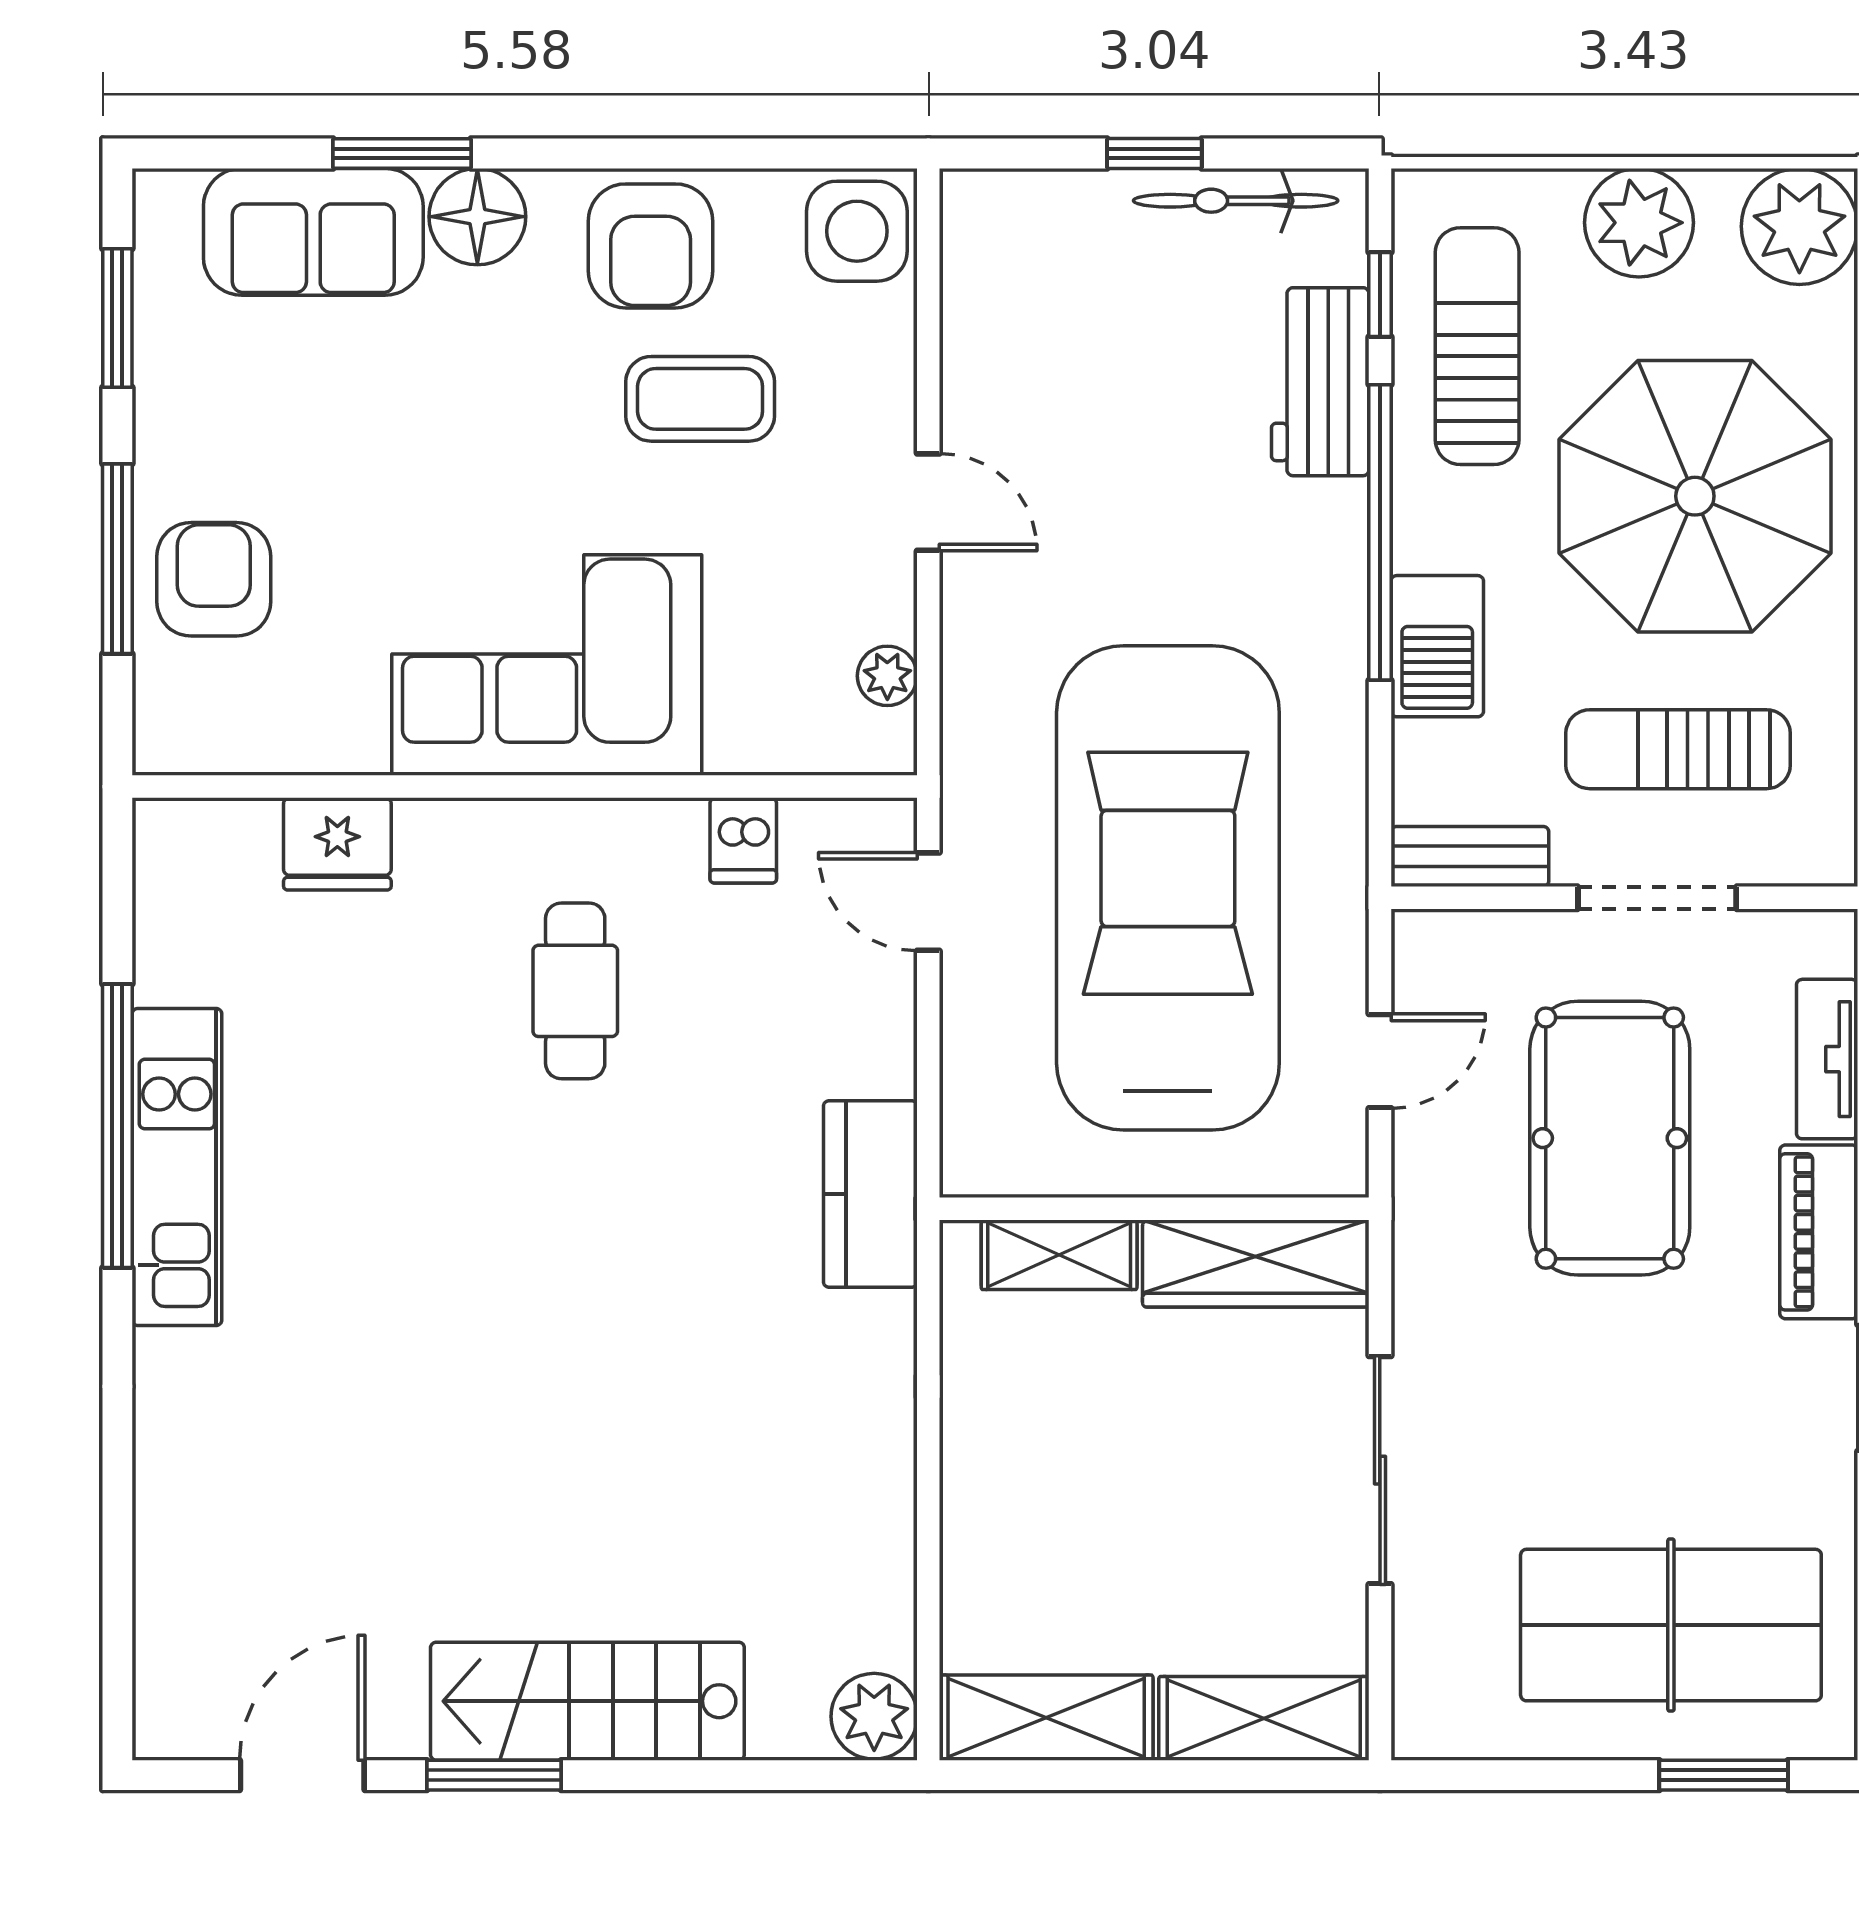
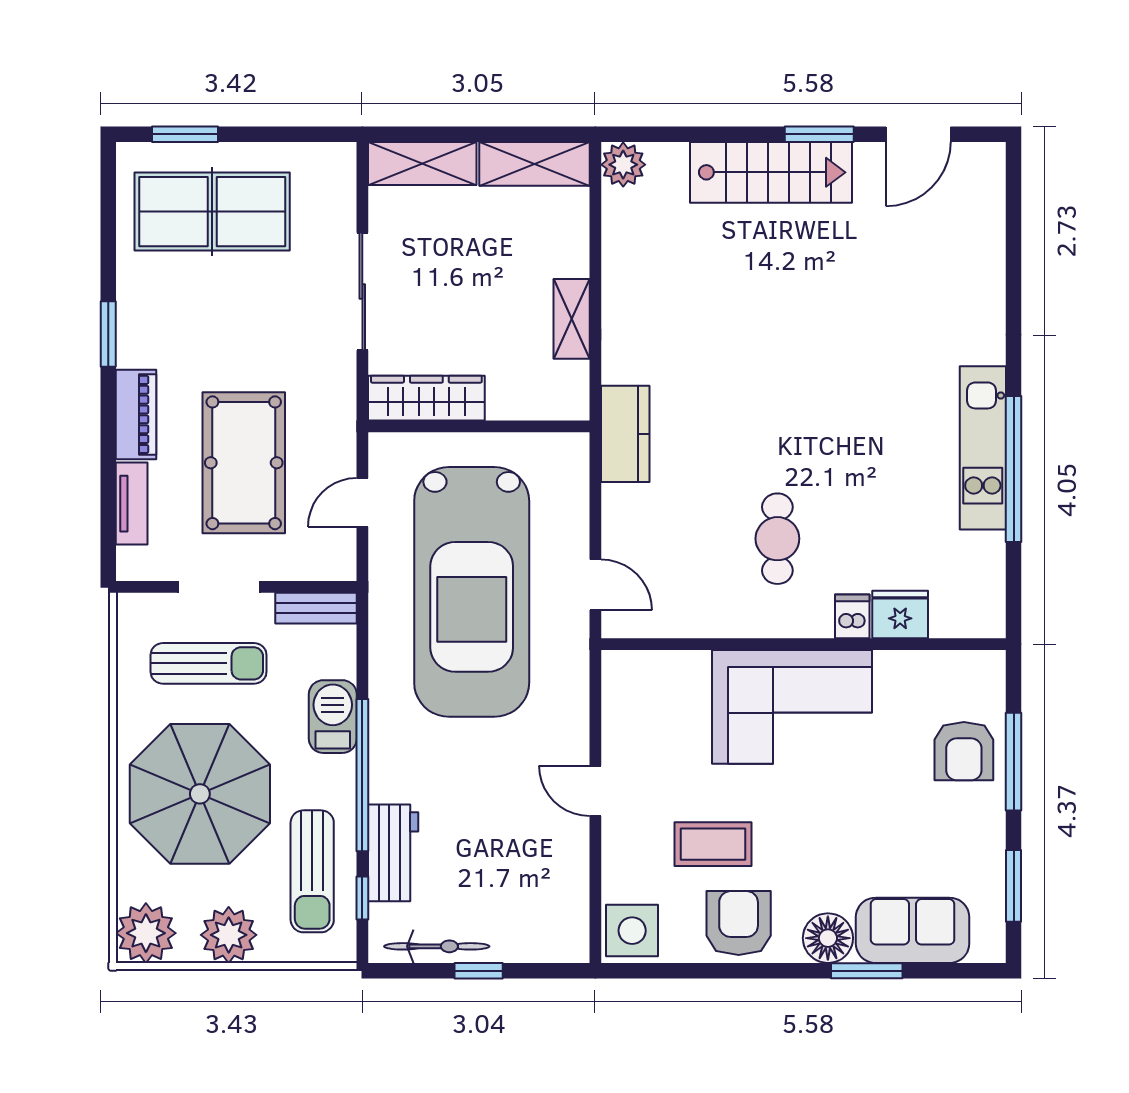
plant: (887, 676) -> (616, 701), removed
dishwasher: (743, 840) -> (852, 616), moved
shelving: (1059, 1255) -> (572, 319), moved, turned 90

